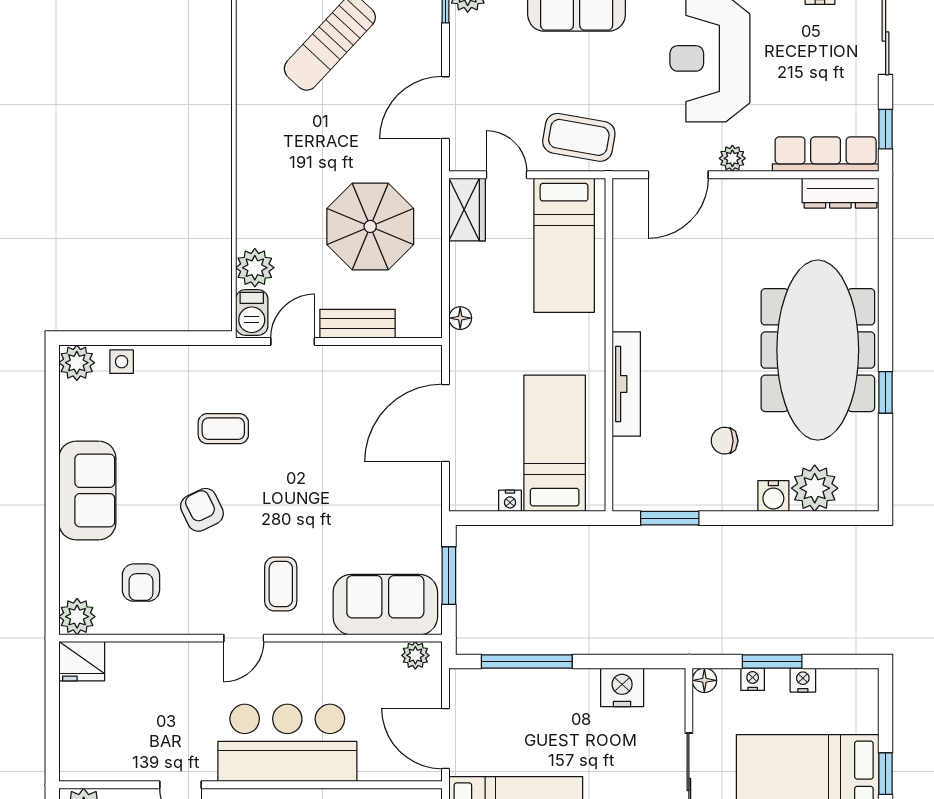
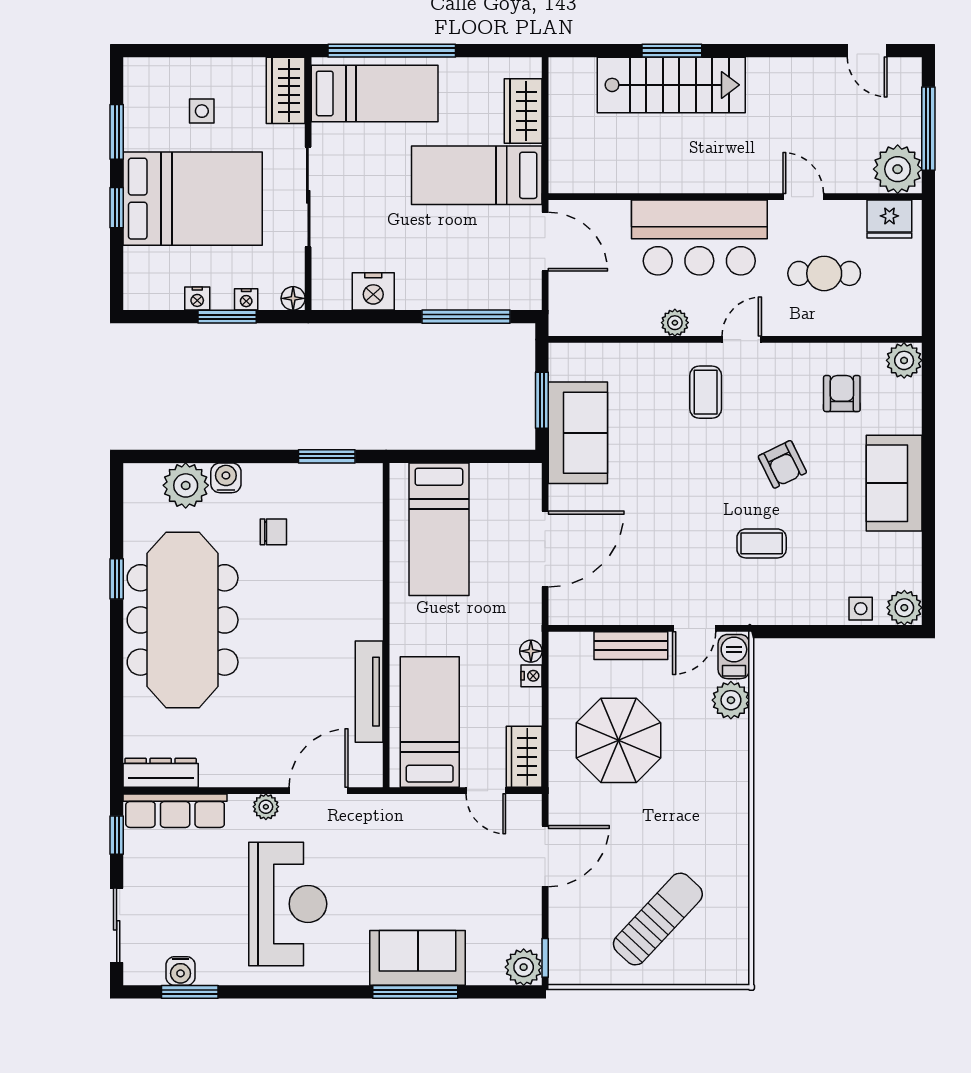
coffee table: (579, 137) -> (415, 827), removed
tv unit: (626, 384) -> (369, 692), moved
nightstand: (510, 501) -> (532, 676), moved, turned 90
sofa: (385, 605) -> (578, 433), moved, turned -90
plant: (415, 655) -> (675, 323), moved
fridge: (82, 661) -> (889, 219), moved, turned 180
cafe table: (159, 706) -> (824, 273), added

